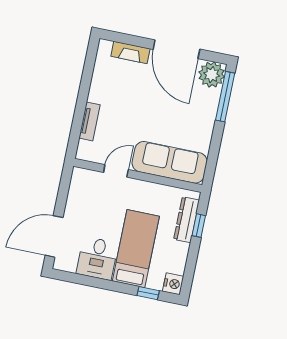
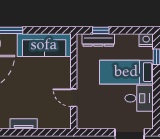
tv unit: (90, 121) -> (24, 124), moved
sofa: (170, 162) -> (44, 45), moved, turned -90

